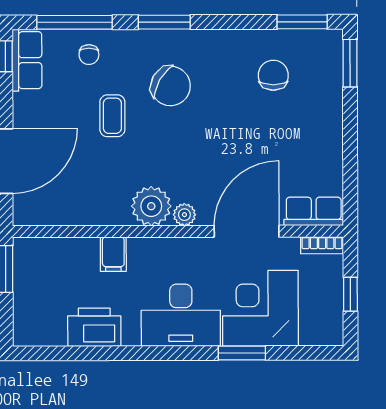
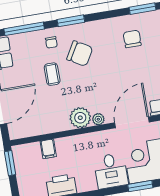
chair: (89, 55) -> (51, 42), moved
filing cabinet: (113, 254) -> (48, 149), moved
desk: (181, 315) -> (111, 171), width x0.73

